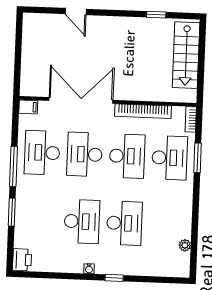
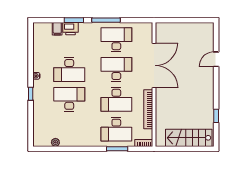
filing cabinet: (28, 107) -> (57, 29), moved
desk: (124, 223) -> (69, 99), turned 180
printer: (22, 260) -> (71, 29), moved

